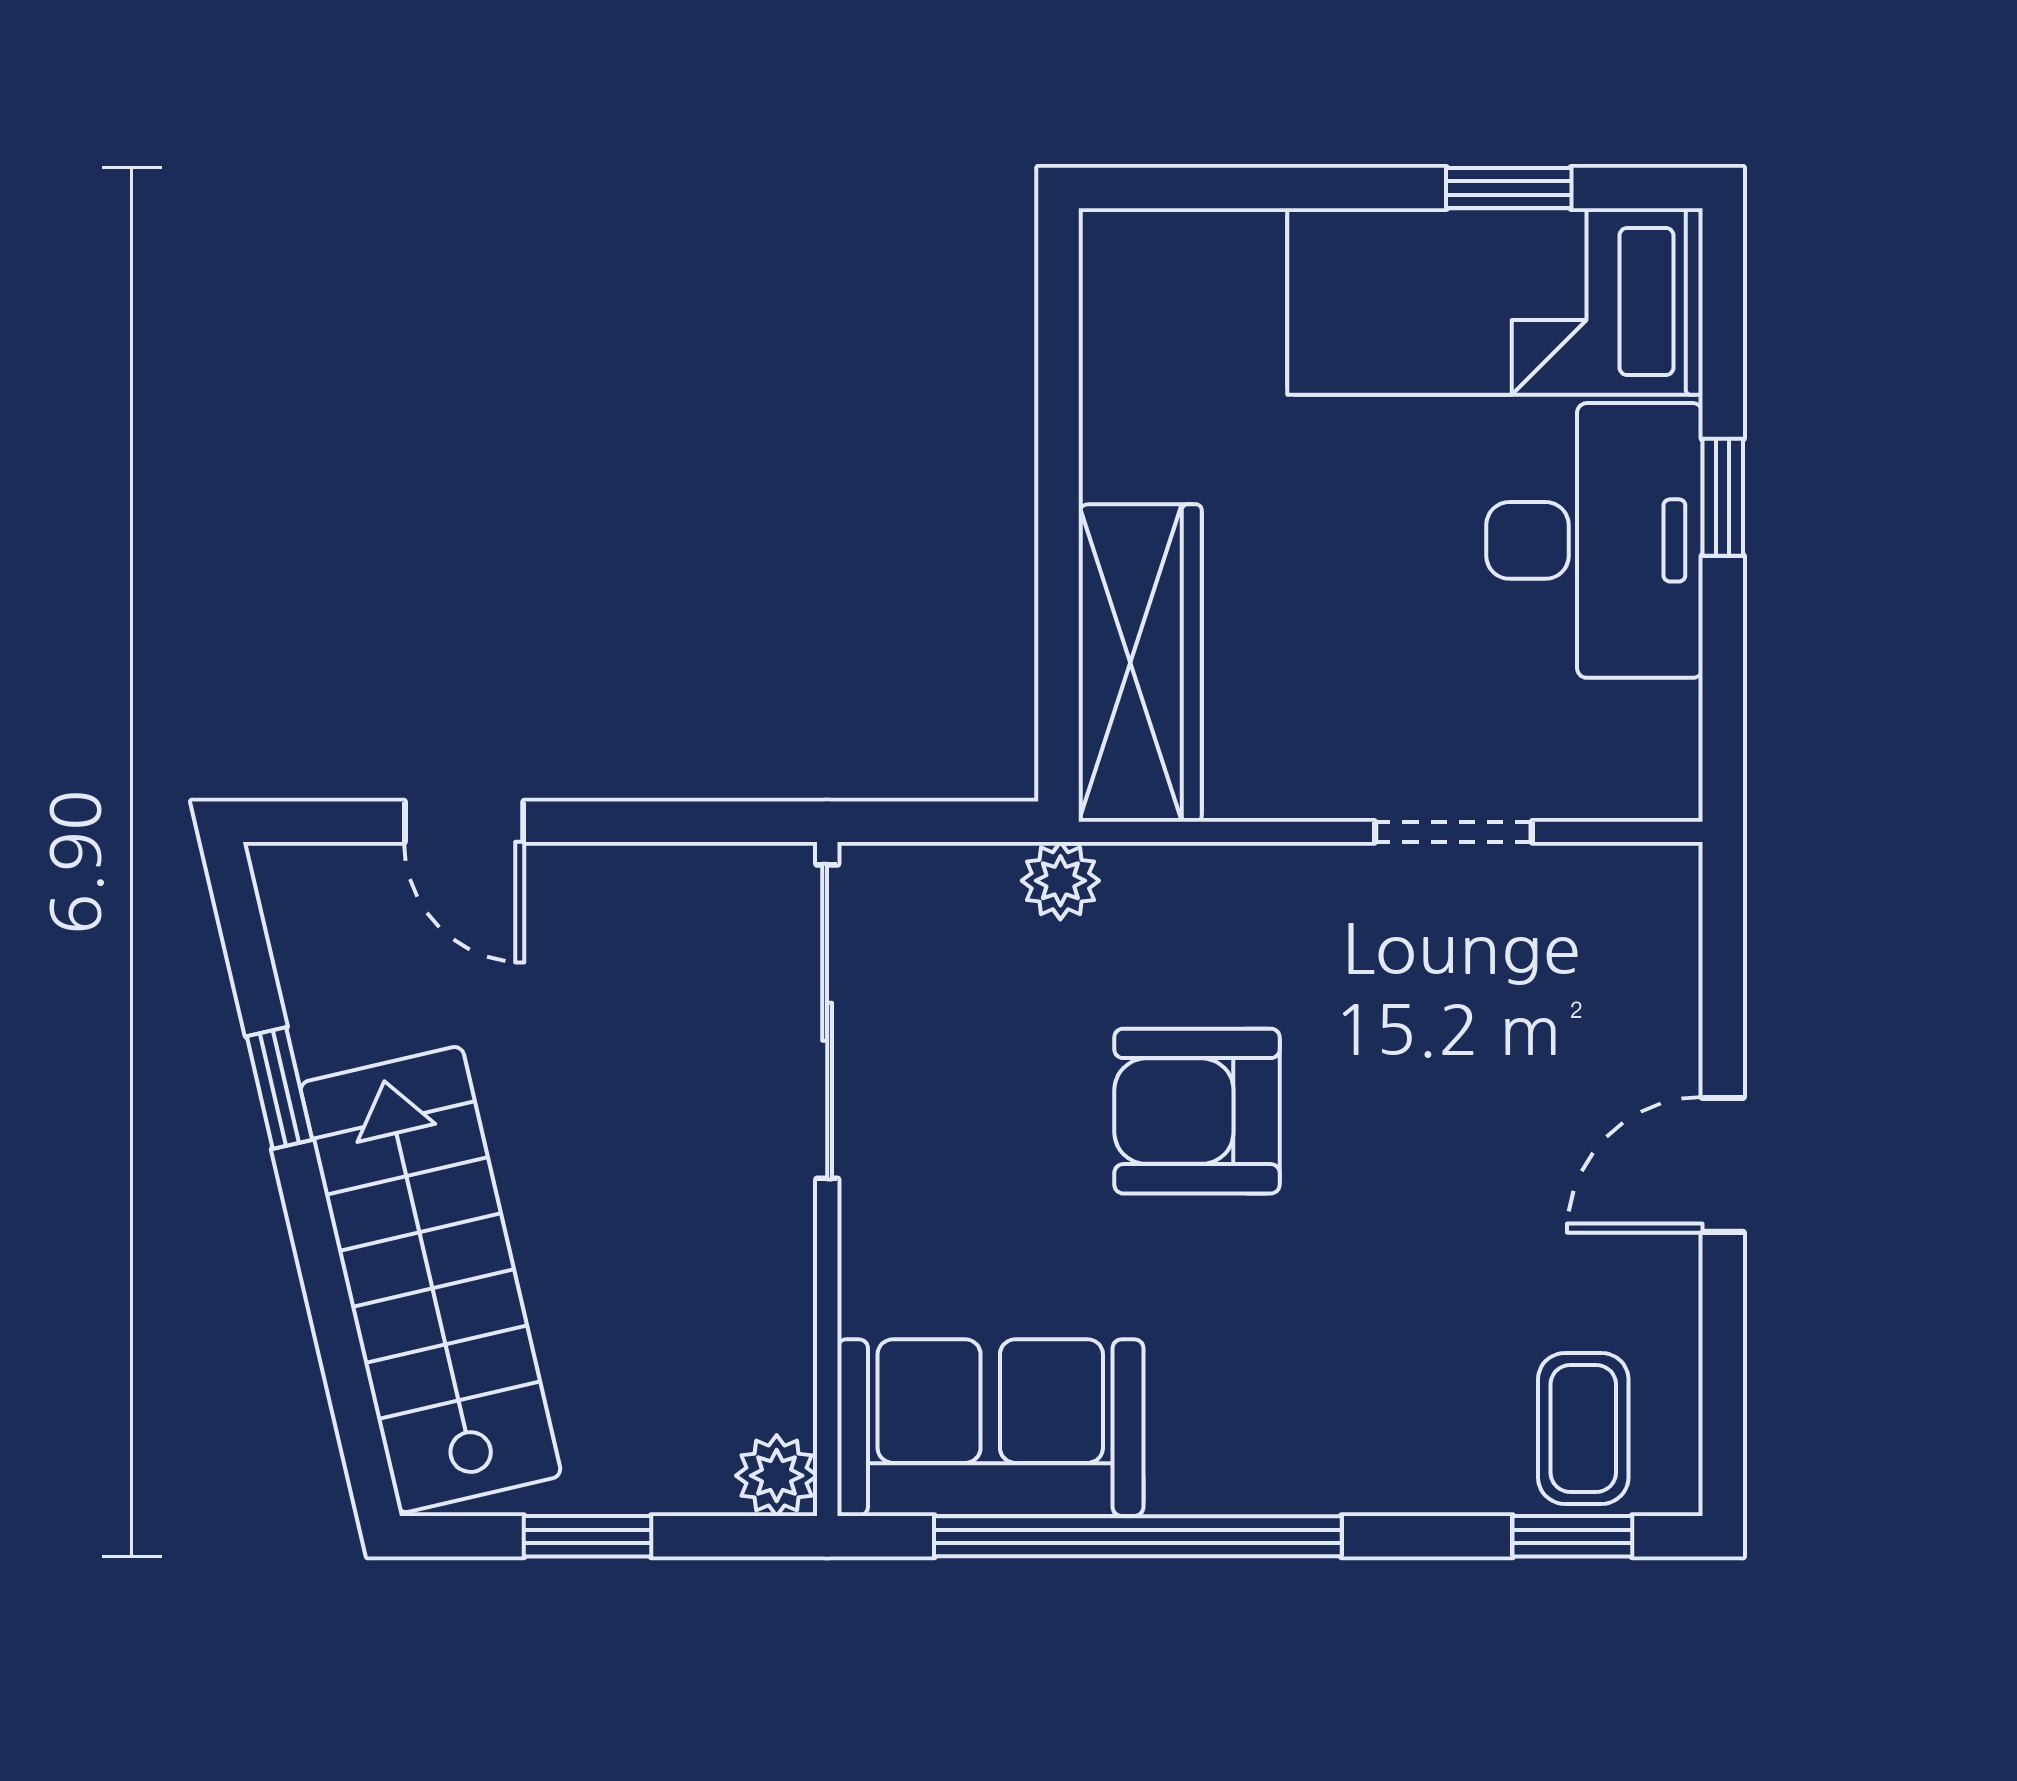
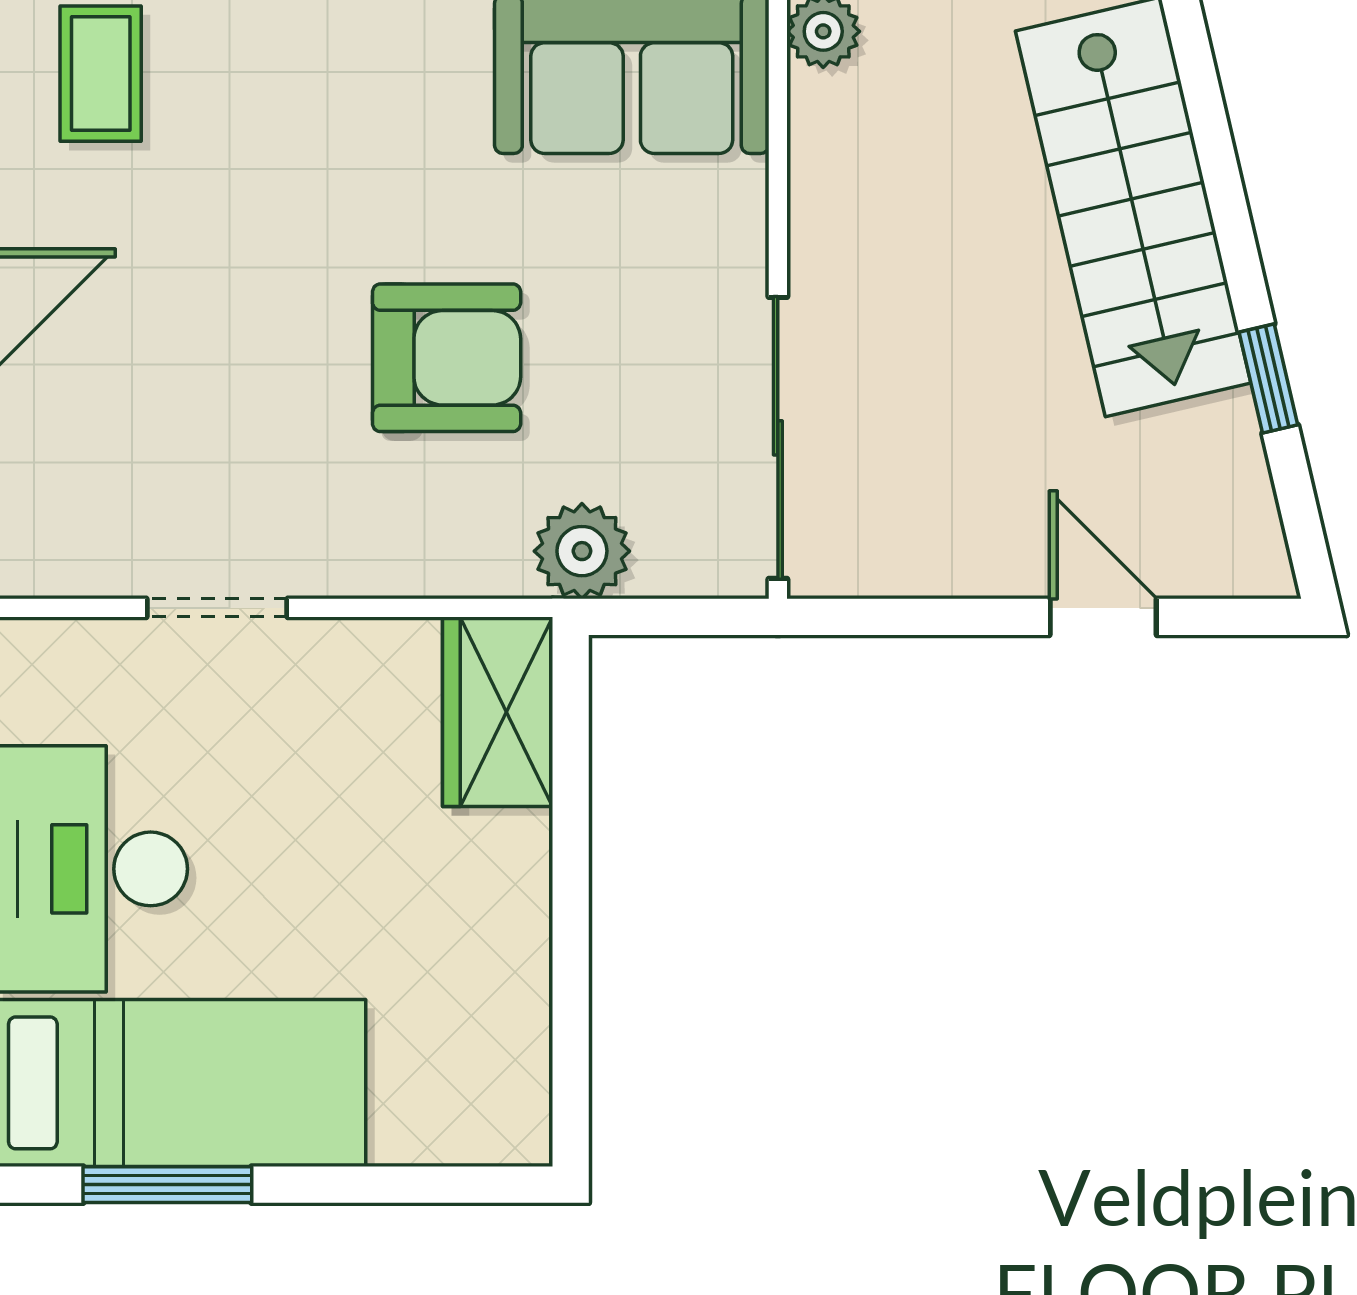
window: (1509, 188) -> (167, 1185), width x1.50
wardrobe: (1140, 663) -> (498, 712), width x0.67
plant: (1060, 881) -> (582, 551), width x1.38, depth x1.38

